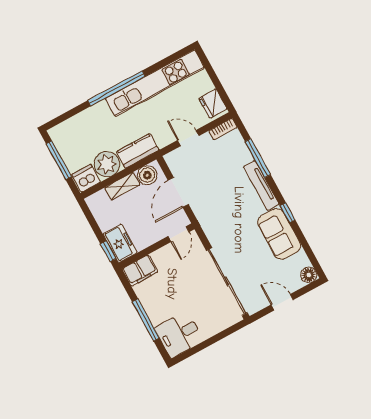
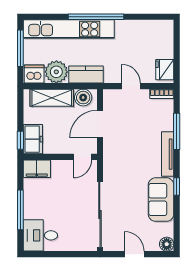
kitchen unit: (155, 83) -> (69, 29), moved
shelving: (122, 186) -> (52, 98), width x1.50, depth x1.33

